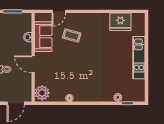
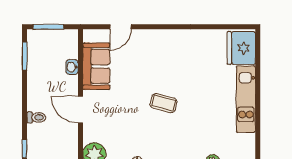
fridge: (120, 22) -> (241, 48), moved, turned 90
coffee table: (72, 36) -> (164, 103), moved

